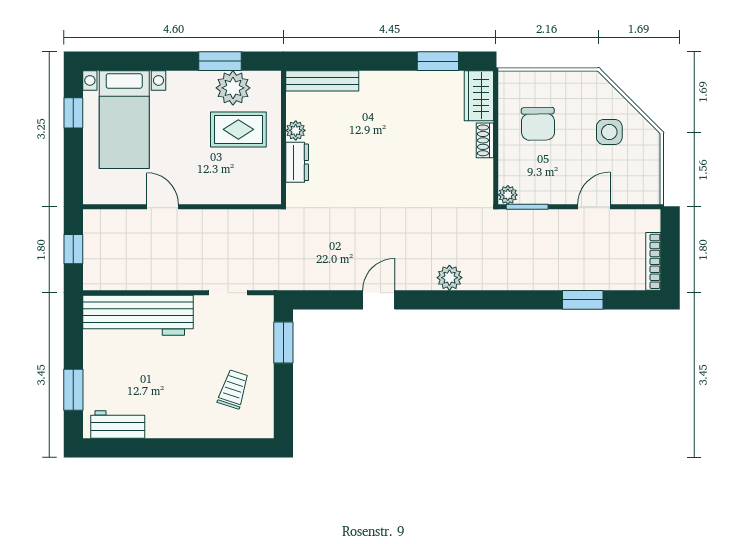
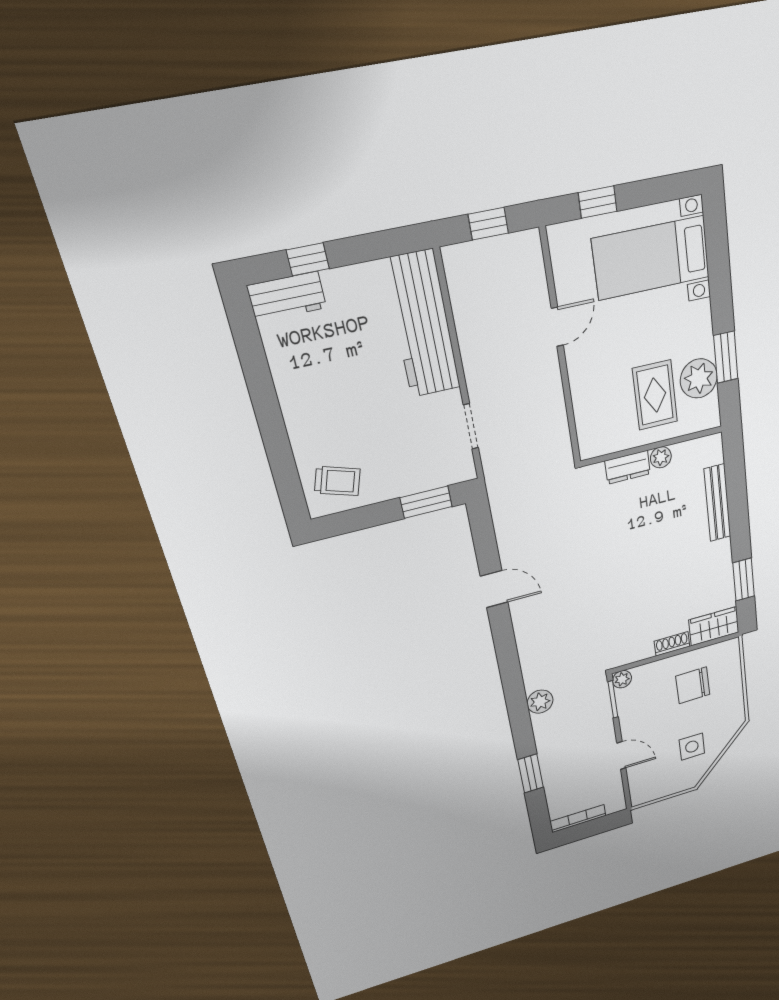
bench: (322, 81) -> (717, 503), moved
window: (73, 113) -> (598, 202), moved
plant: (449, 278) -> (540, 702), moved
trolley: (233, 389) -> (337, 481), moved
window: (73, 390) -> (308, 259), width x0.67
workbench: (118, 424) -> (287, 297), moved, turned 90

